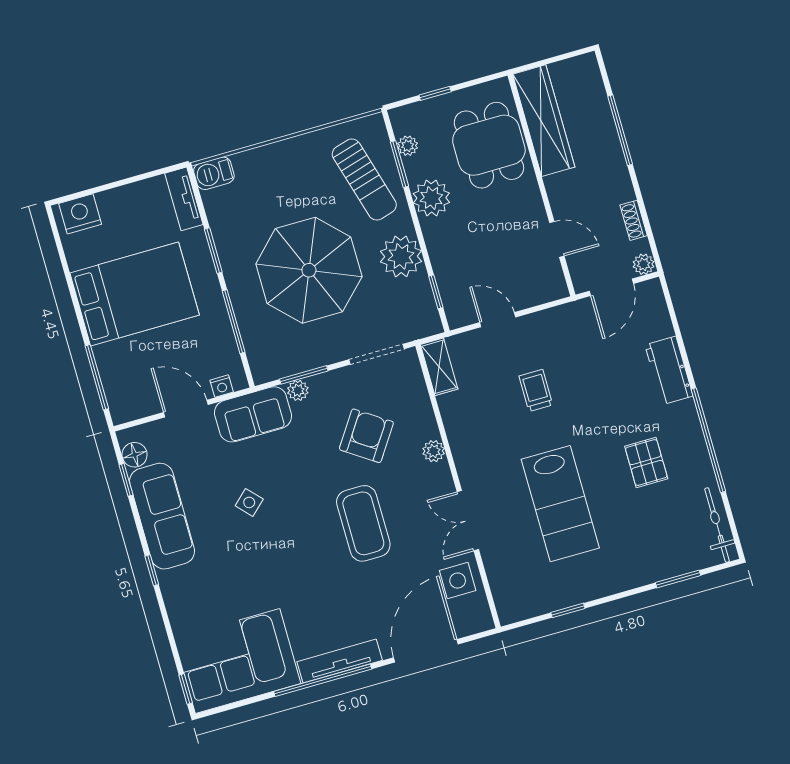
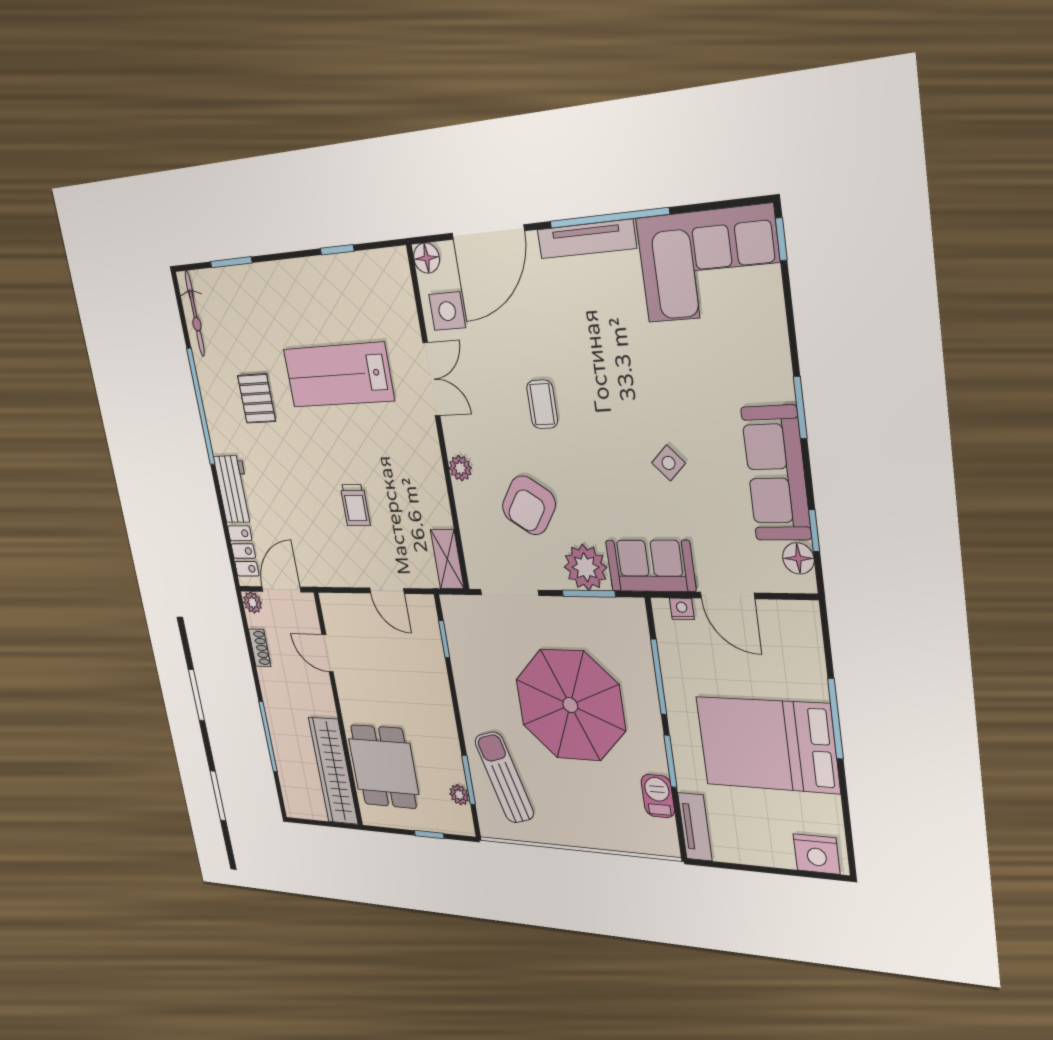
barbecue: (214, 173) -> (658, 796), moved, turned -90
plant: (431, 198) -> (441, 735), removed
plant: (401, 256) -> (475, 687), removed
locker: (656, 313) -> (243, 551), added
window: (97, 377) -> (836, 719), moved
plant: (298, 390) -> (586, 567), width x1.87, depth x1.87
lab bench: (560, 504) -> (338, 375), turned -90
coffee table: (363, 523) -> (542, 404), width x0.54, depth x0.58
window: (152, 570) -> (800, 408), width x1.50
floor lamp: (481, 620) -> (427, 258), added

